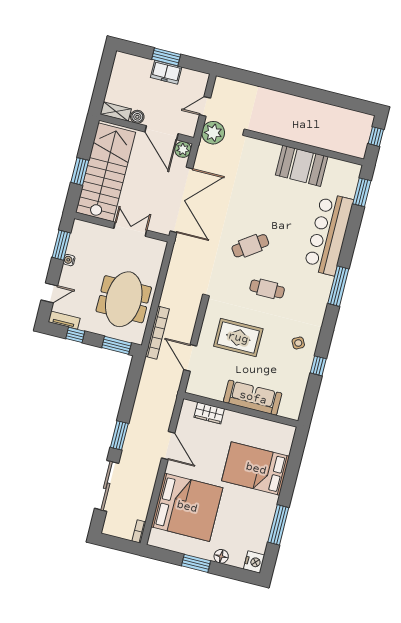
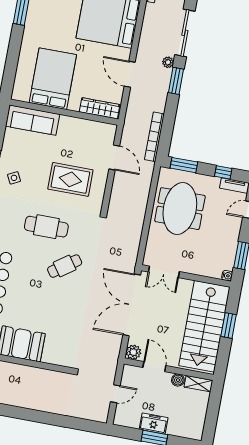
door: (161, 133) -> (154, 367), width x0.73
plant: (213, 133) -> (168, 62), moved, width x0.53, depth x0.53
double door: (130, 229) -> (164, 272), moved
water cooler: (69, 260) -> (227, 276), moved
cafe table: (267, 289) -> (46, 227), width x1.37, depth x1.35
bookcase: (157, 333) -> (154, 137), moved
sofa: (253, 398) -> (33, 120), moved
wardrobe: (209, 413) -> (100, 108), width x1.50
bed: (256, 469) -> (53, 79), moved, turned -90

